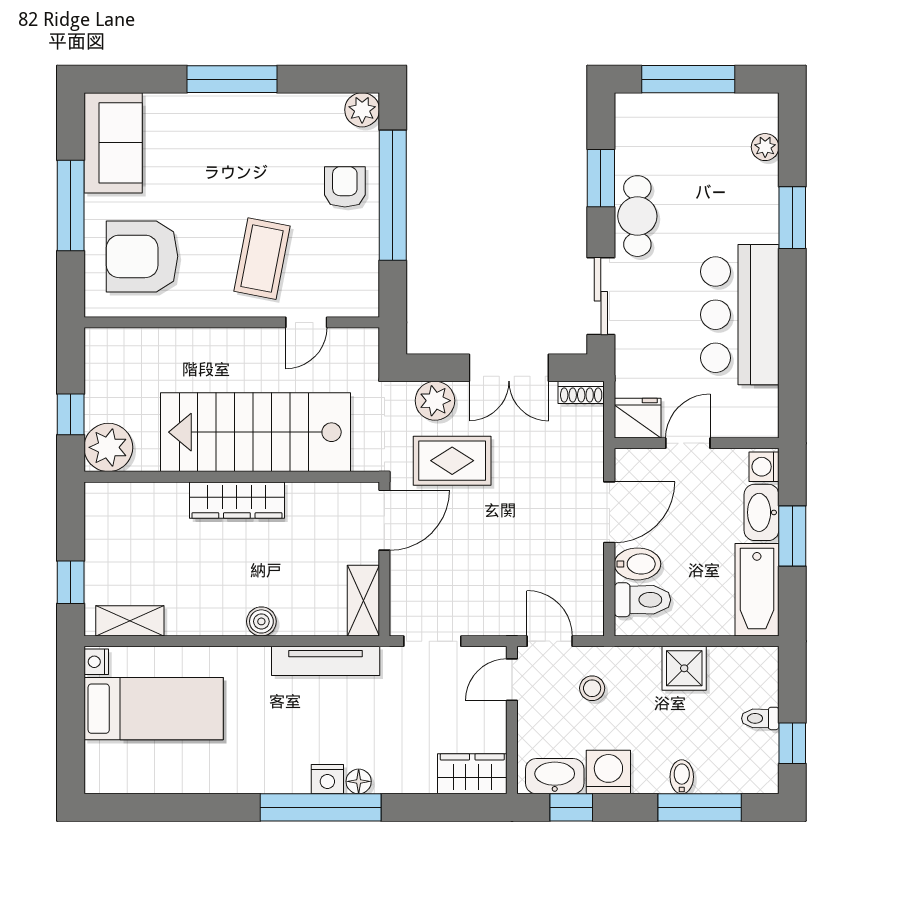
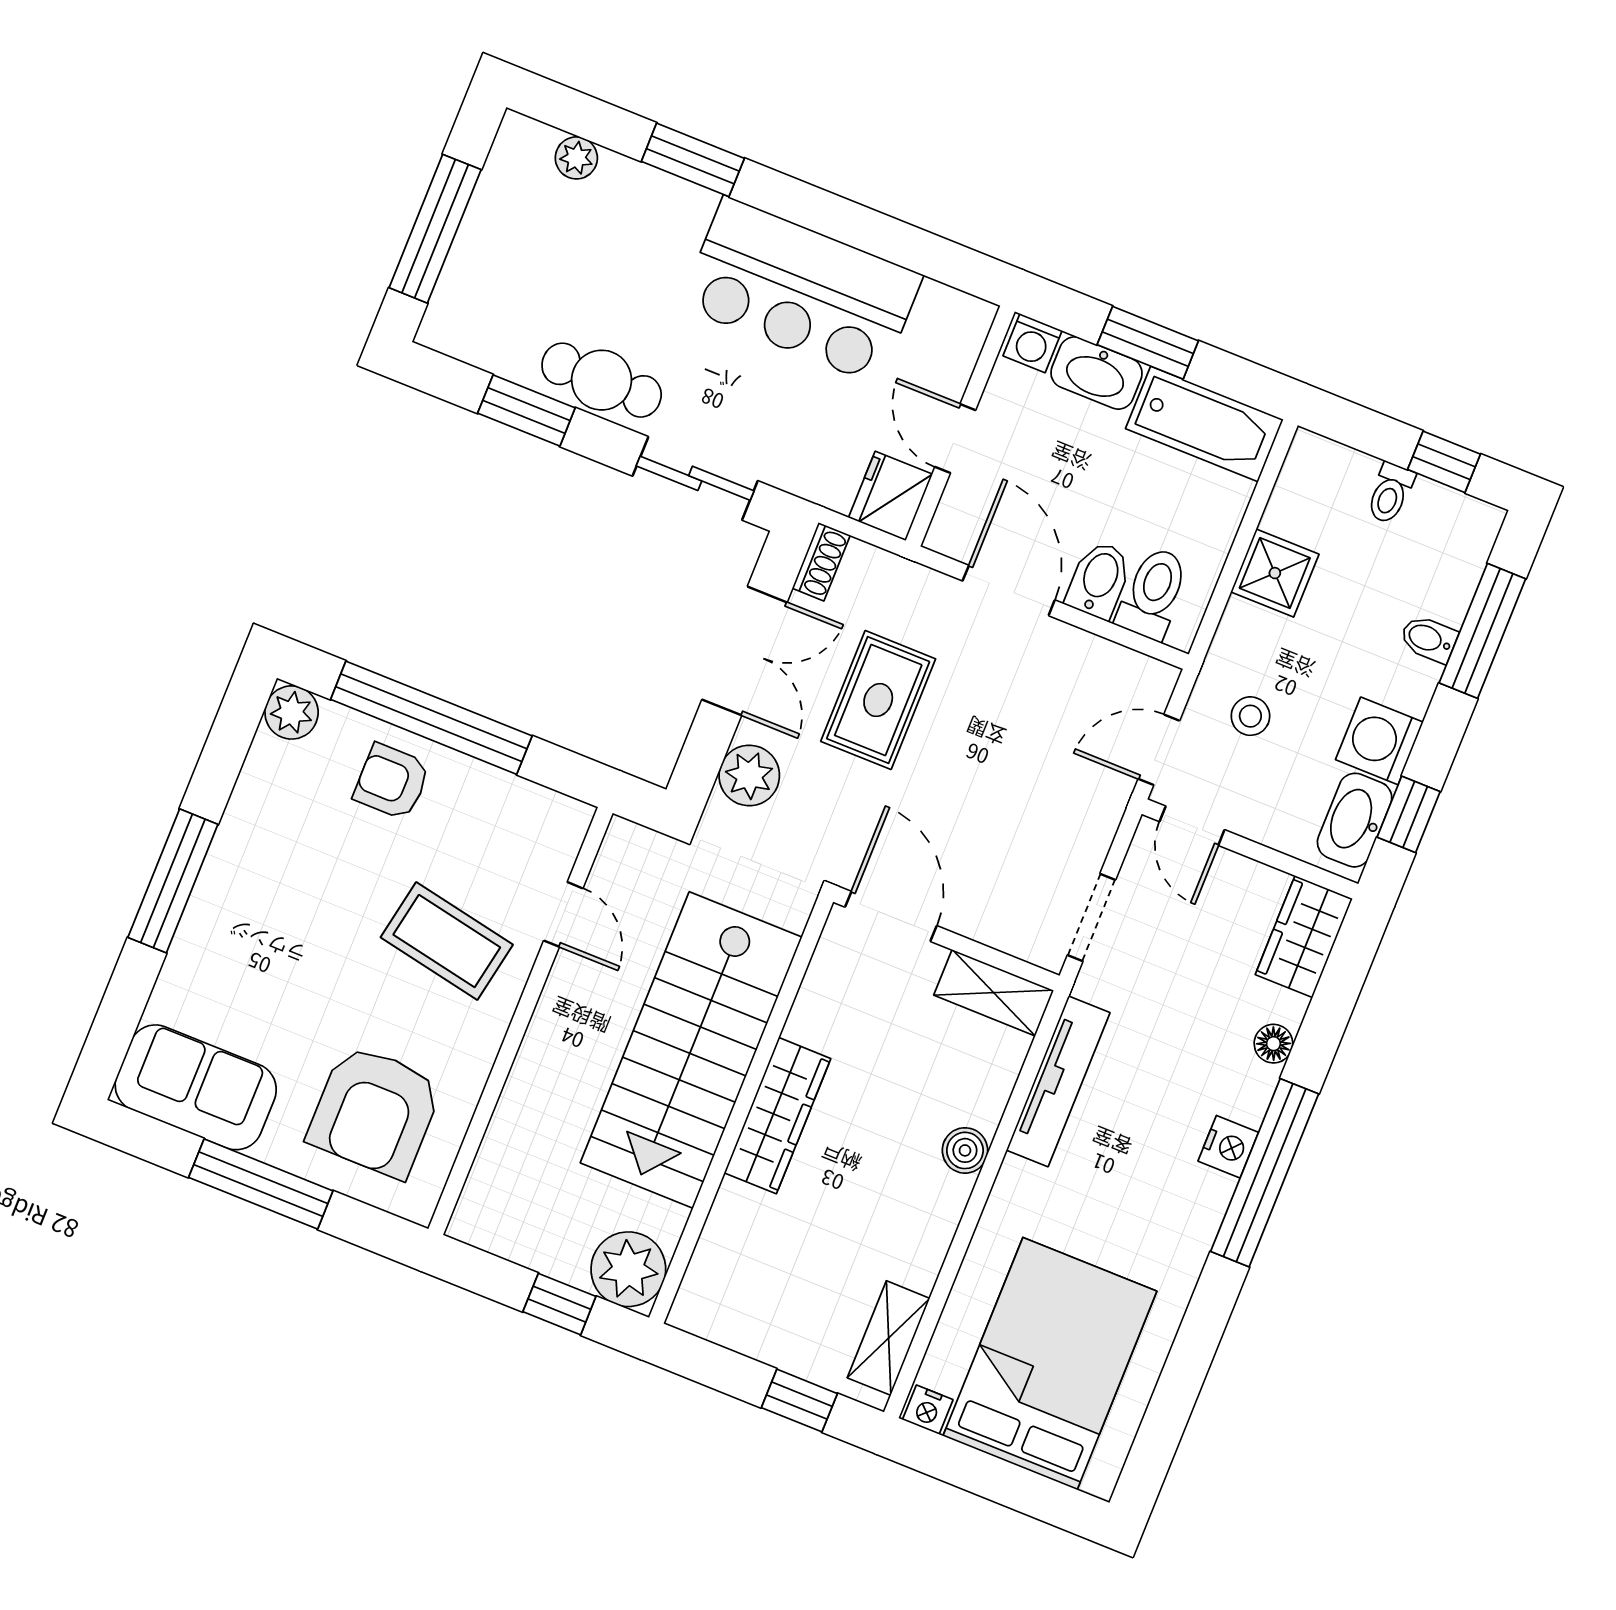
rug: (452, 461) -> (878, 700), moved
bed: (154, 709) -> (1050, 1364), width x1.50
floor lamp: (359, 781) -> (1273, 1044), moved

